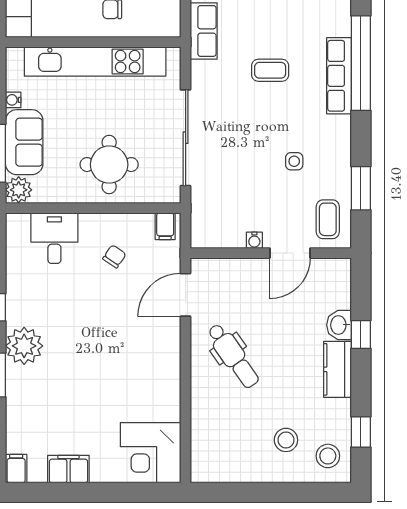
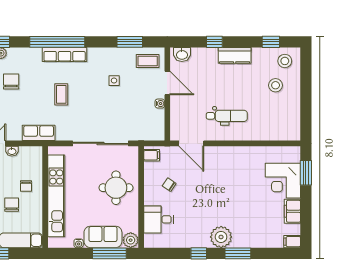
washbasin: (339, 325) -> (182, 54), moved
dental chair: (233, 356) -> (227, 116), turned 35
corner desk: (151, 453) -> (283, 181), moved, turned 90
window: (135, 492) -> (306, 173), added

